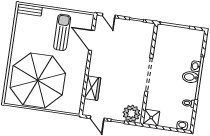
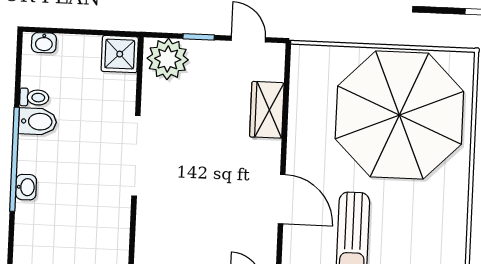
door: (92, 40) -> (282, 199), moved
bidet: (190, 77) -> (38, 122), moved

